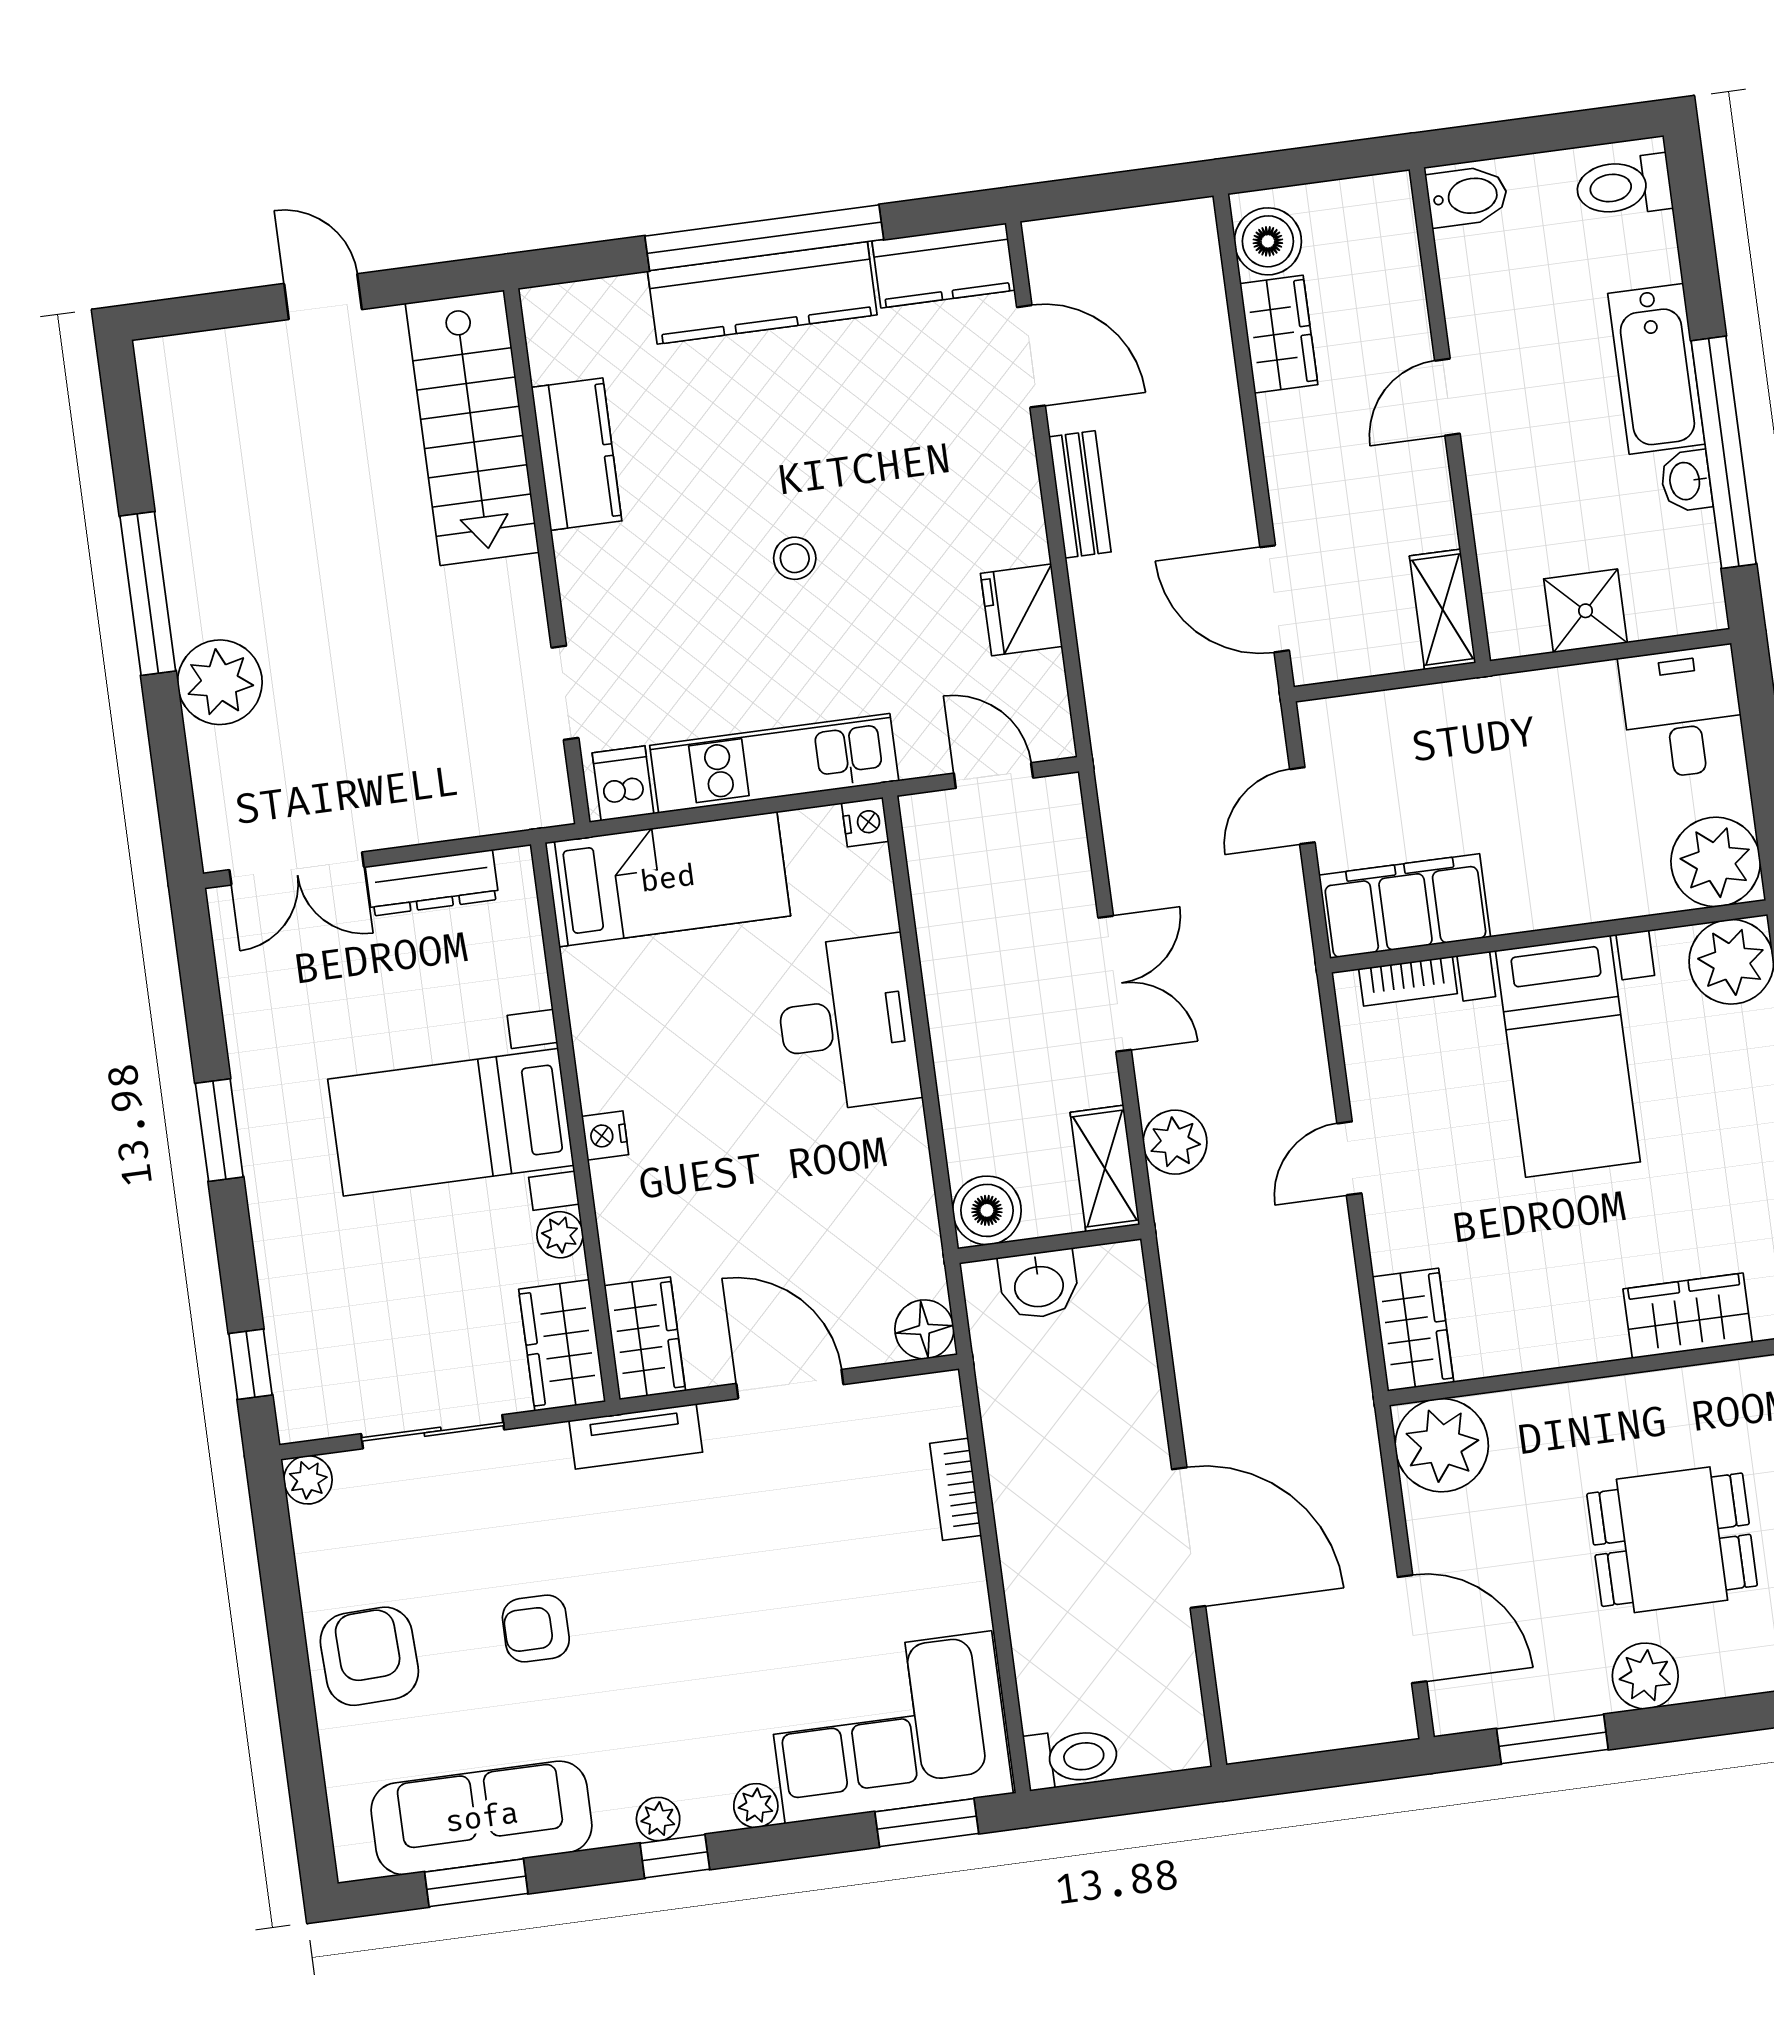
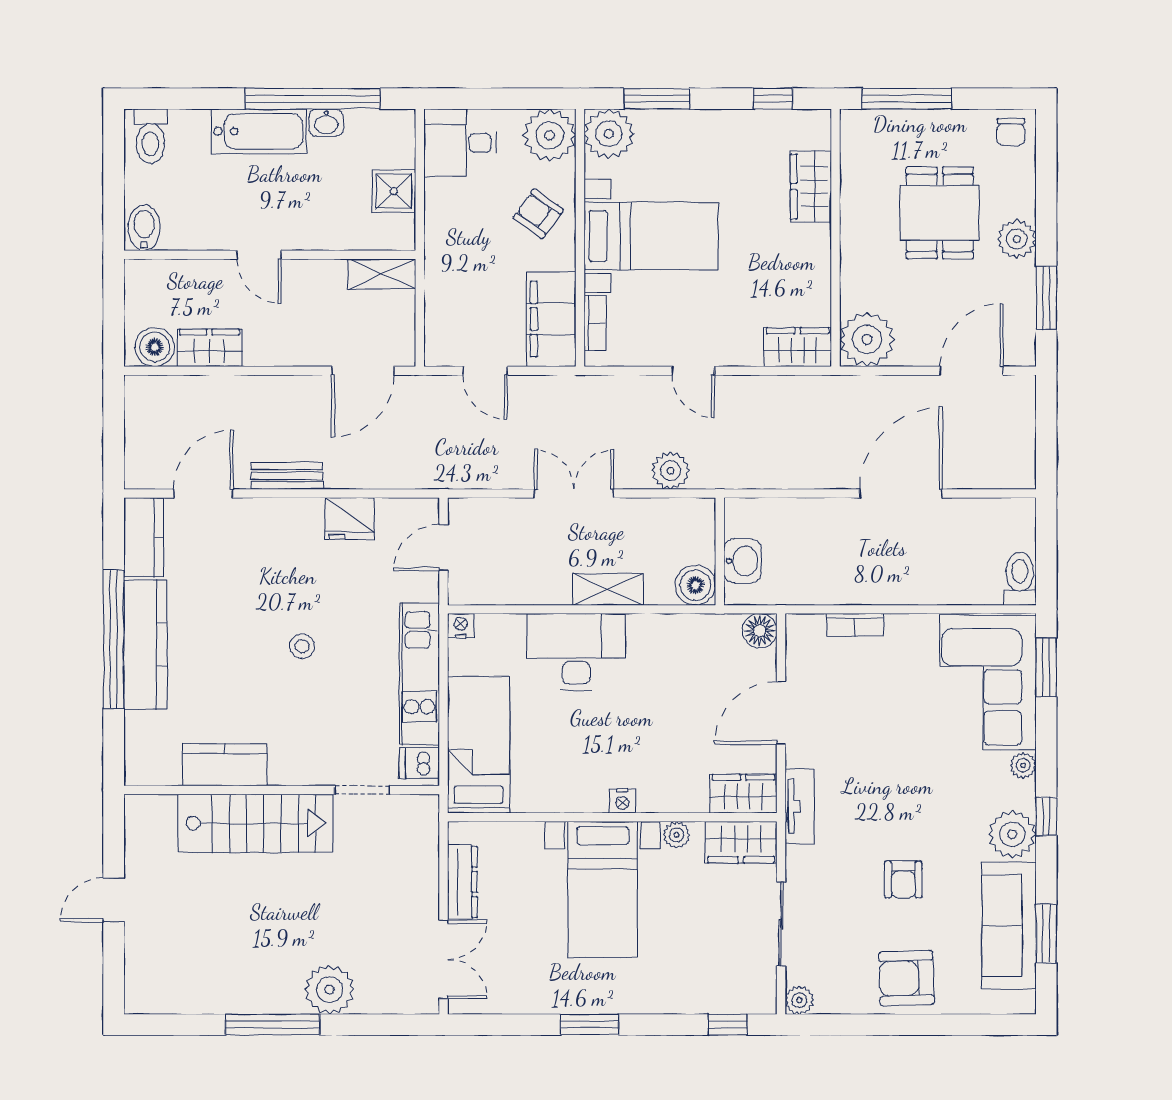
stairs: (472, 428) -> (255, 823), moved
armchair: (1580, 860) -> (538, 214), added
shelving: (1105, 1169) -> (608, 589), moved
plant: (658, 1819) -> (1012, 834), width x1.88, depth x1.88

